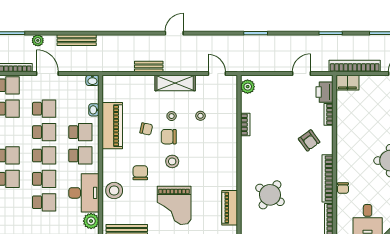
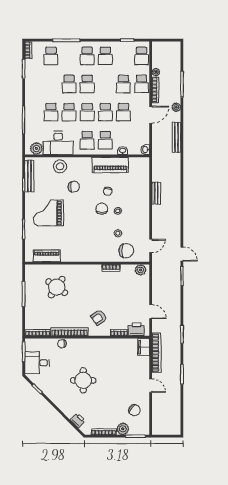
door: (174, 33) -> (182, 254), moved
shelving: (175, 83) -> (143, 214), removed
chair: (223, 105) -> (126, 251), added
stool: (172, 161) -> (83, 211), removed

